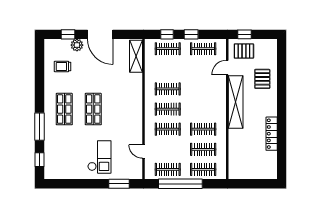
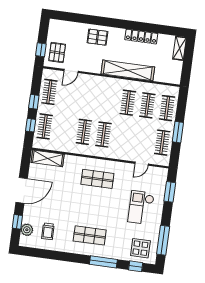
plant: (77, 45) -> (27, 230), moved
door: (227, 68) -> (71, 71), hinge flipped
pallet: (262, 79) -> (97, 37), moved
shelving: (236, 102) -> (128, 70), moved
shop shelf: (93, 109) -> (97, 179), moved
clothes rail: (168, 129) -> (123, 137), removed
checkout: (99, 157) -> (141, 208), turned -90
display table: (58, 162) -> (140, 248), added
shelving: (265, 174) -> (180, 48), added
window: (70, 184) -> (163, 240), added
window: (180, 184) -> (178, 132), width x0.47

